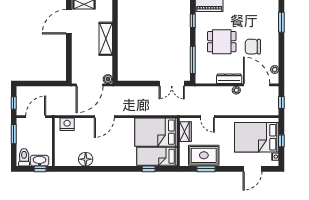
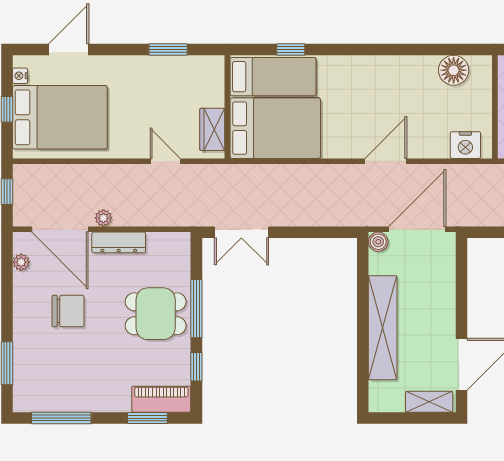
shelving: (106, 39) -> (383, 328), width x1.47
dining table: (222, 42) -> (156, 314), moved
window: (193, 60) -> (196, 309), moved
double door: (172, 84) -> (241, 232), swing flipped
rug: (204, 155) -> (173, 79), removed
floor lamp: (86, 159) -> (454, 70), moved

